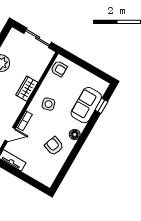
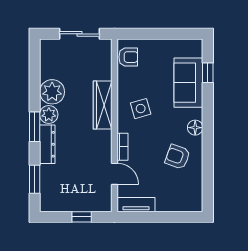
wardrobe: (27, 89) -> (103, 105), width x1.50
door: (10, 134) -> (115, 174), hinge flipped

